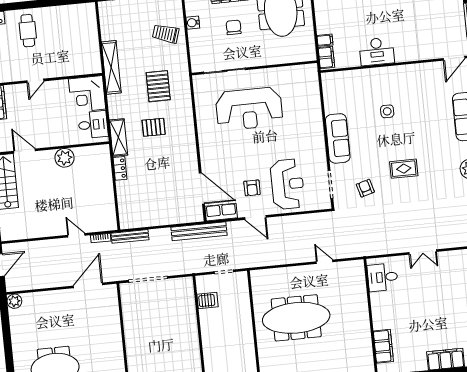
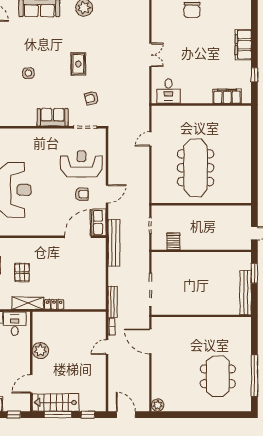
sofa: (338, 138) -> (53, 117), width x0.73

